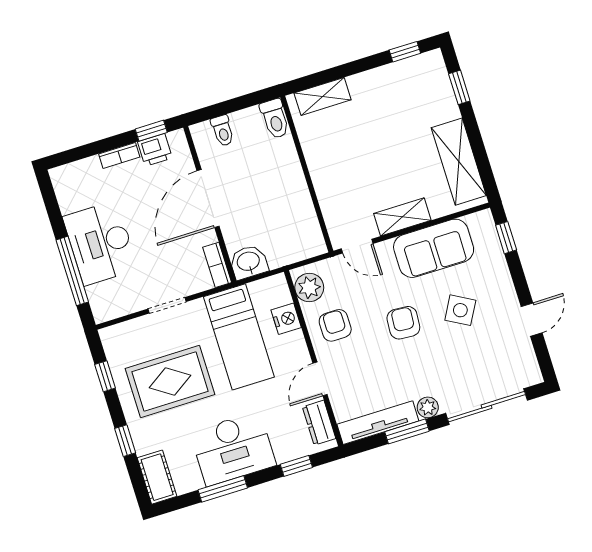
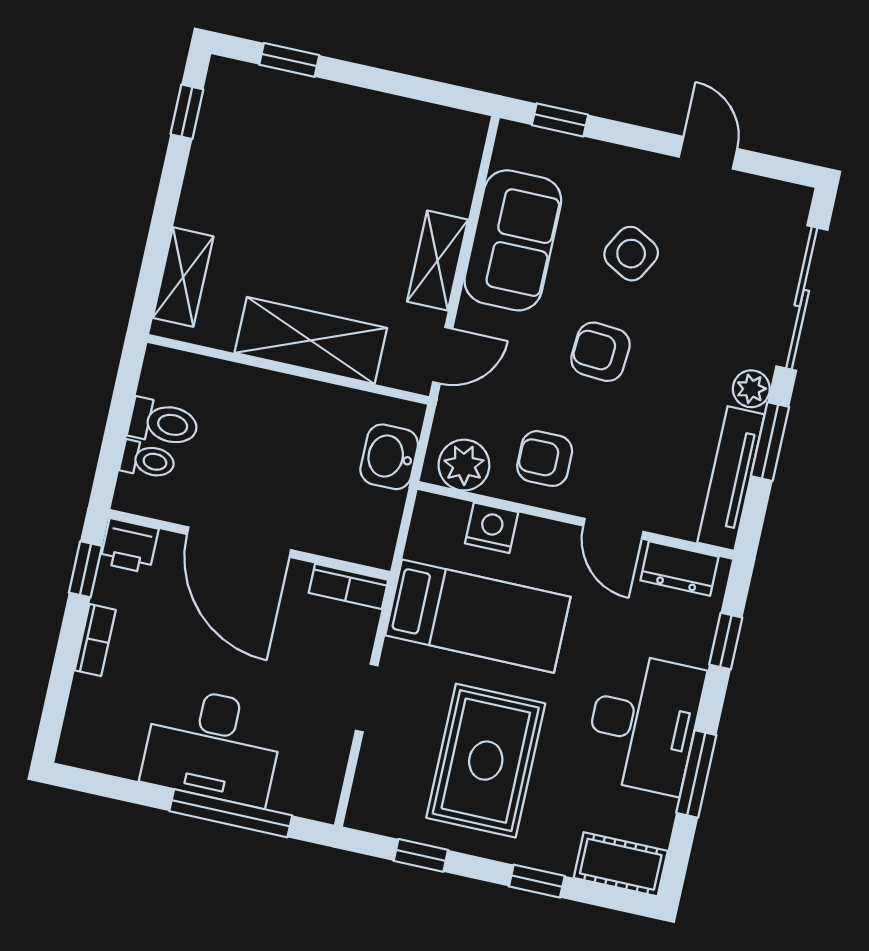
toilet: (275, 119) -> (164, 423), moved
printer: (155, 150) -> (129, 546), moved, turned 90
shelving: (459, 162) -> (311, 340), moved
washbasin: (248, 262) -> (389, 457), moved

